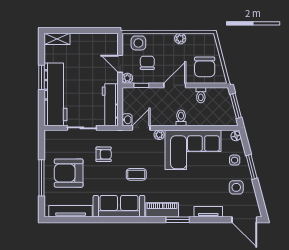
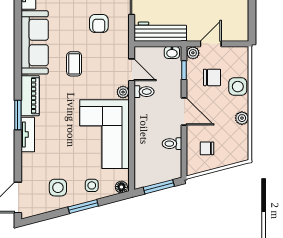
side table: (138, 43) -> (238, 87), moved
chair: (205, 67) -> (207, 148), width x0.54, depth x0.54
toilet: (181, 118) -> (144, 92), moved
washbasin: (127, 120) -> (172, 52), moved
tv unit: (208, 212) -> (28, 135), moved

